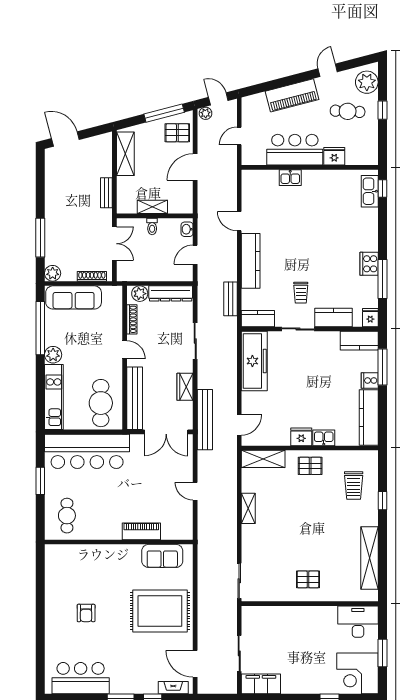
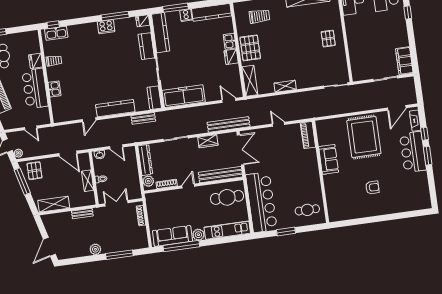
door: (195, 167) -> (68, 153), moved
plant: (53, 273) -> (95, 249), moved
trolley: (301, 293) -> (54, 61), moved
sofa: (74, 297) -> (173, 236), moved, turned -90
kitchen counter: (359, 341) -> (161, 33), width x1.50
pallet: (310, 466) -> (250, 48), width x1.50, depth x1.42
door: (195, 491) -> (278, 124), swing flipped
piano: (141, 531) -> (308, 135), moved
sofa: (162, 556) -> (329, 159), moved
bar counter: (81, 678) -> (413, 152), moved

